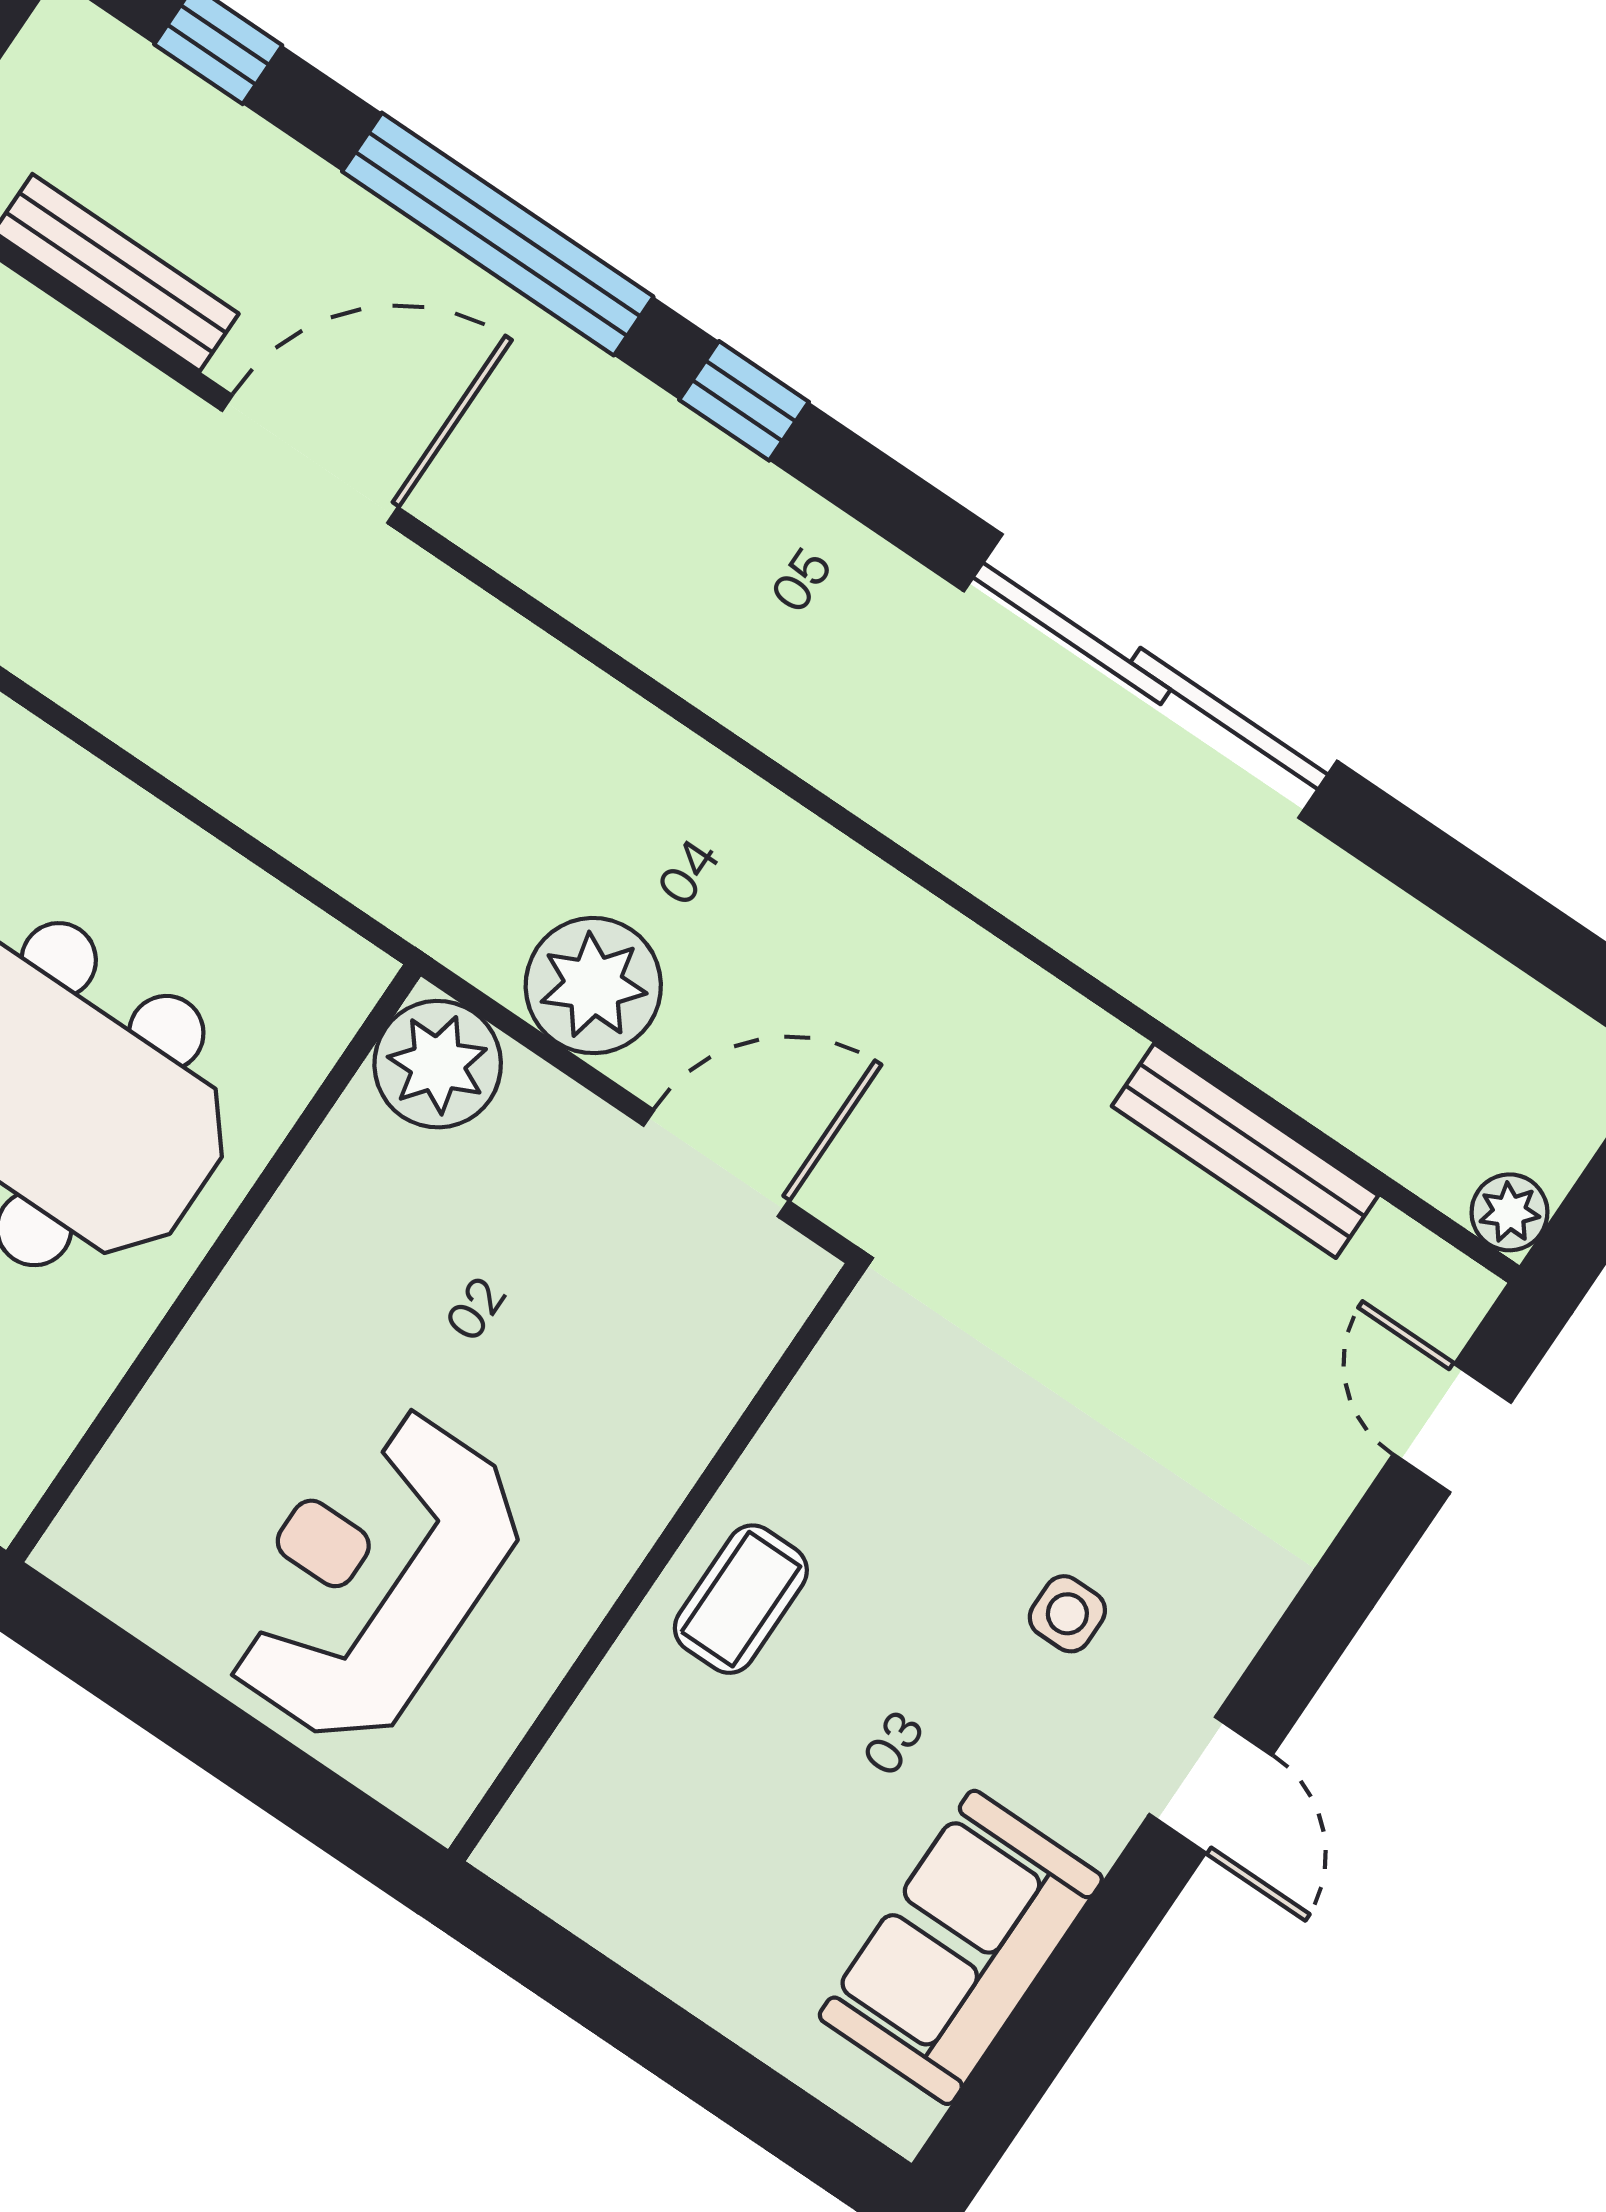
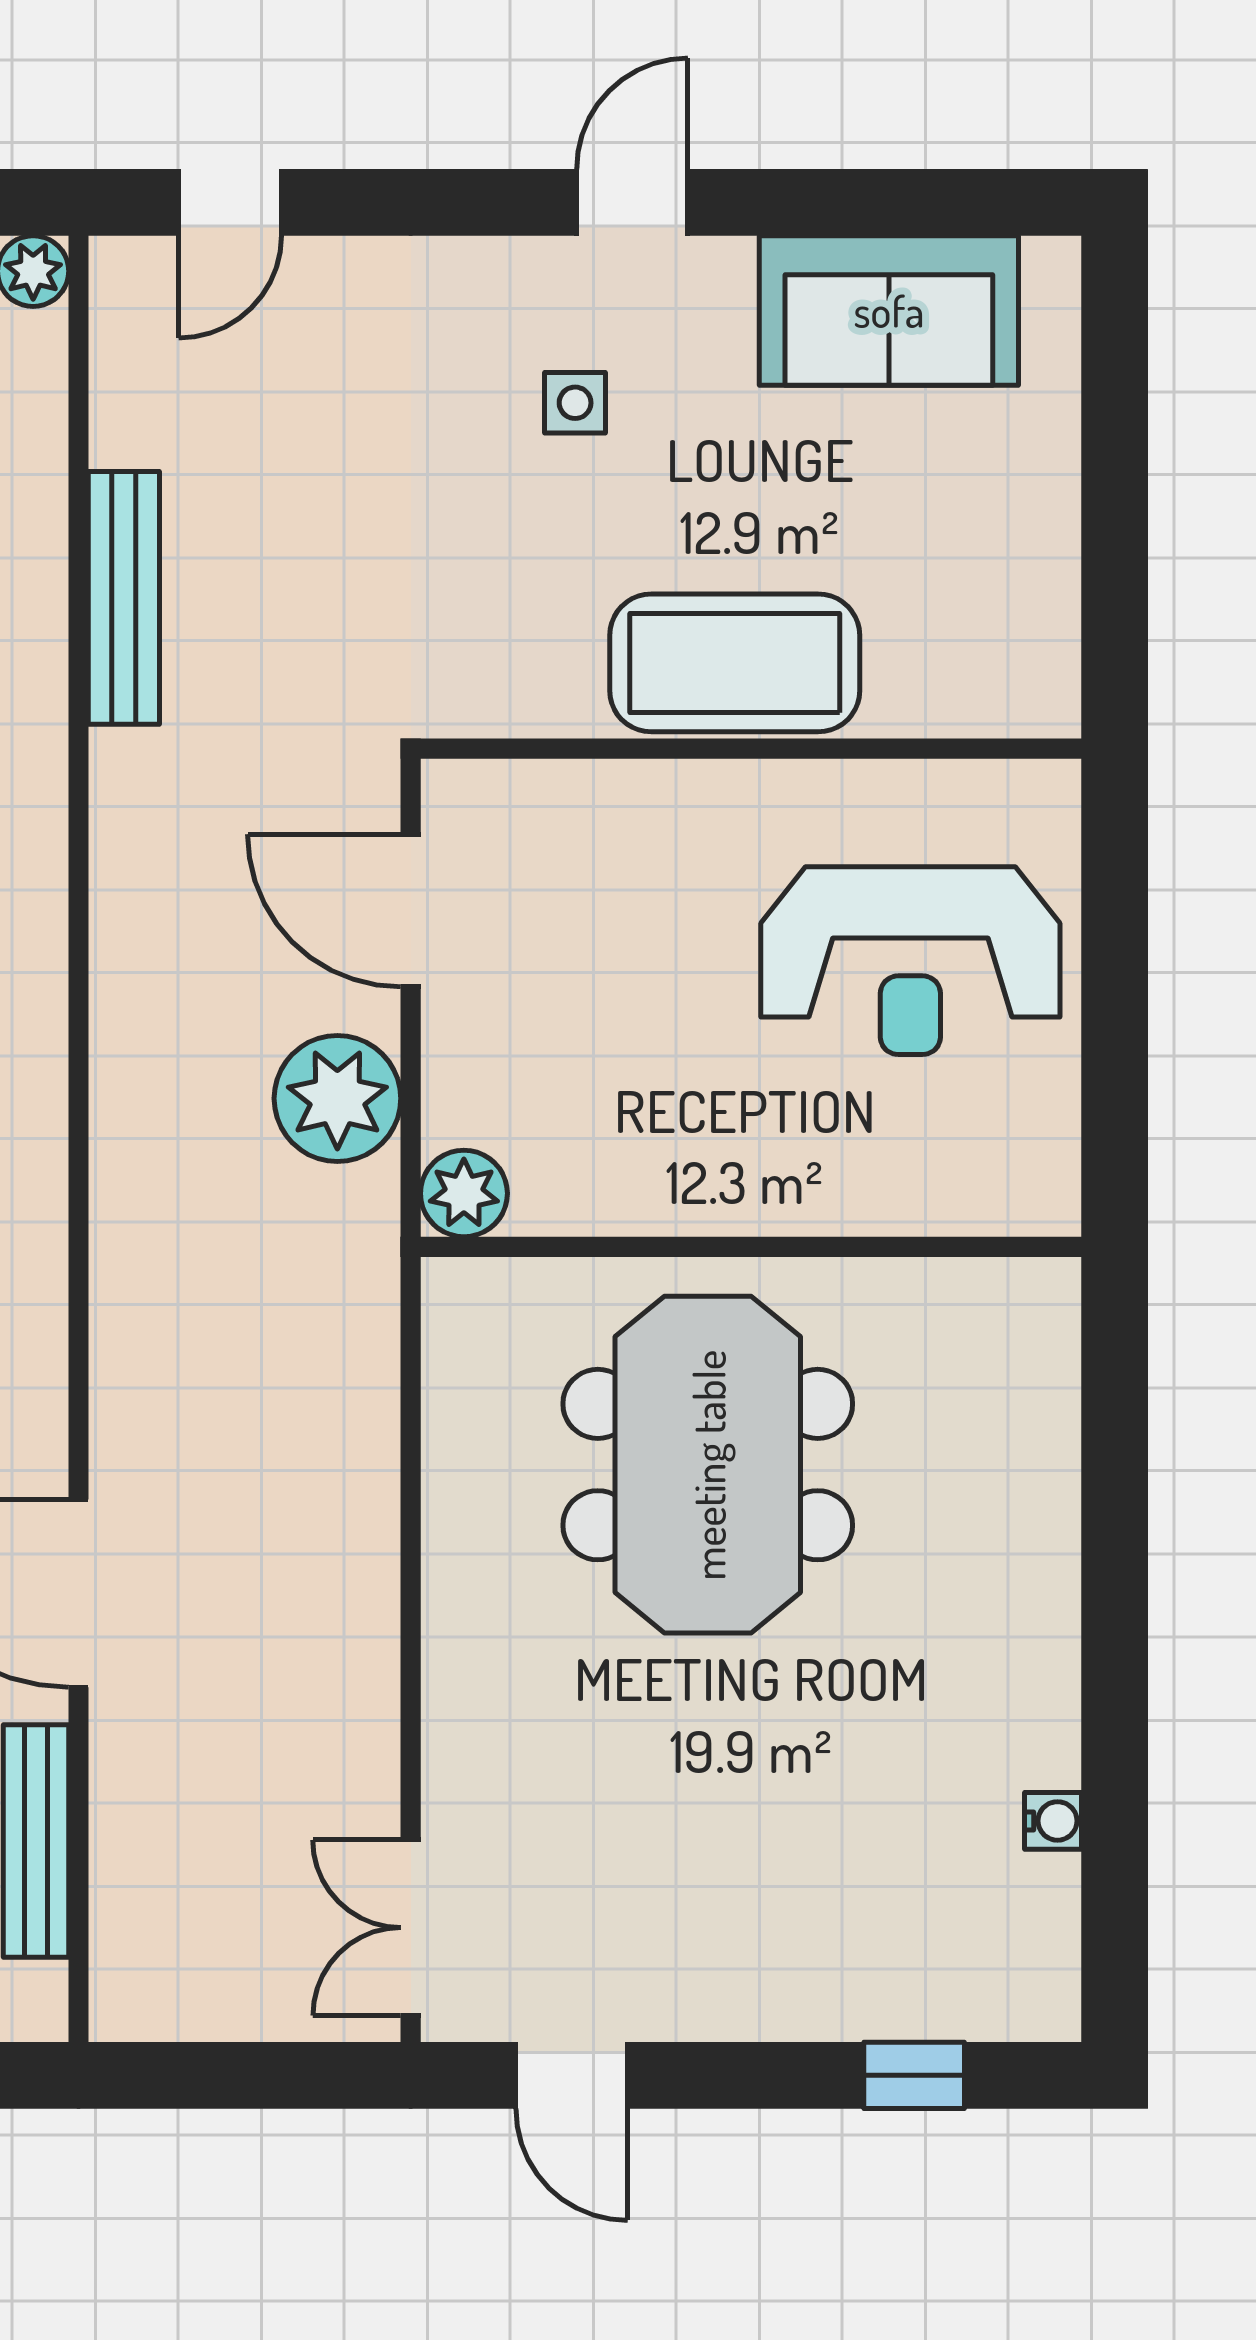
plant: (438, 1064) -> (464, 1193), width x0.73, depth x0.73
bench: (1245, 1151) -> (124, 598), moved
coffee table: (741, 1599) -> (735, 663), width x1.86, depth x1.72

